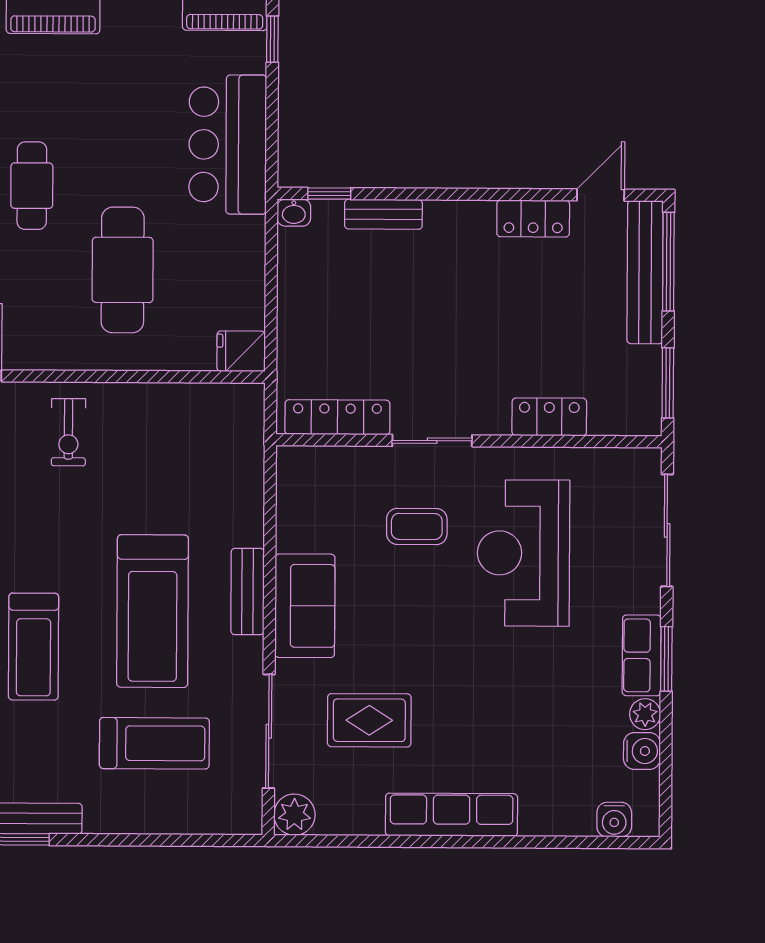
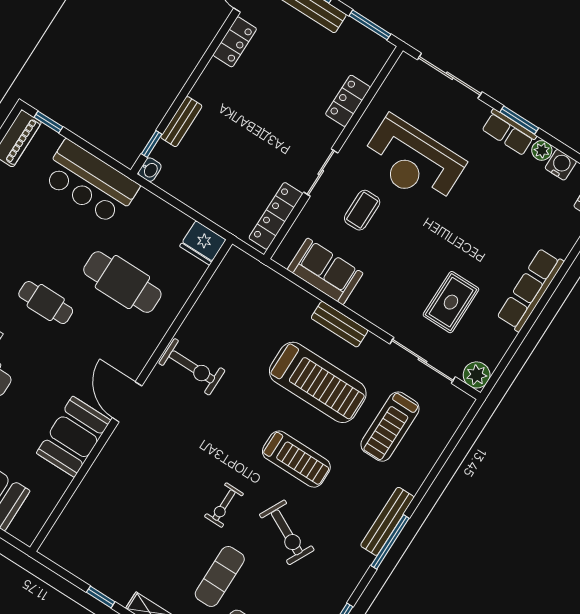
fridge: (241, 351) -> (203, 243), width x1.38
exercise bike: (68, 432) -> (192, 367), width x1.38, depth x1.39
sofa: (305, 606) -> (325, 271), moved
treadmill: (154, 743) -> (390, 427), turned 180

